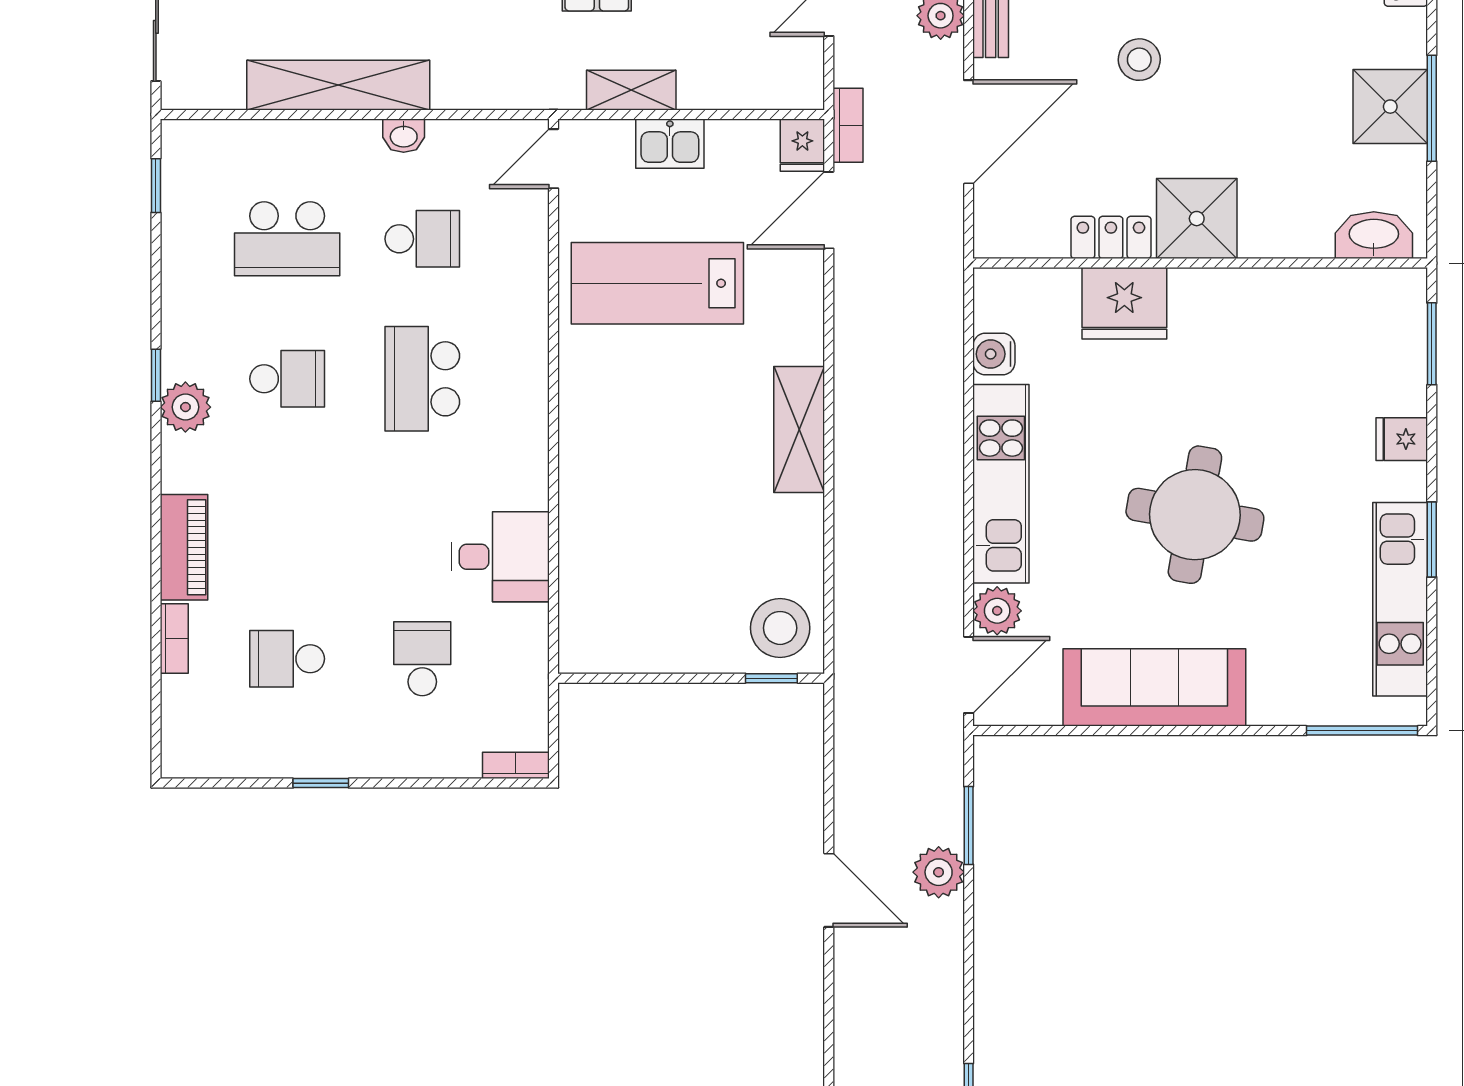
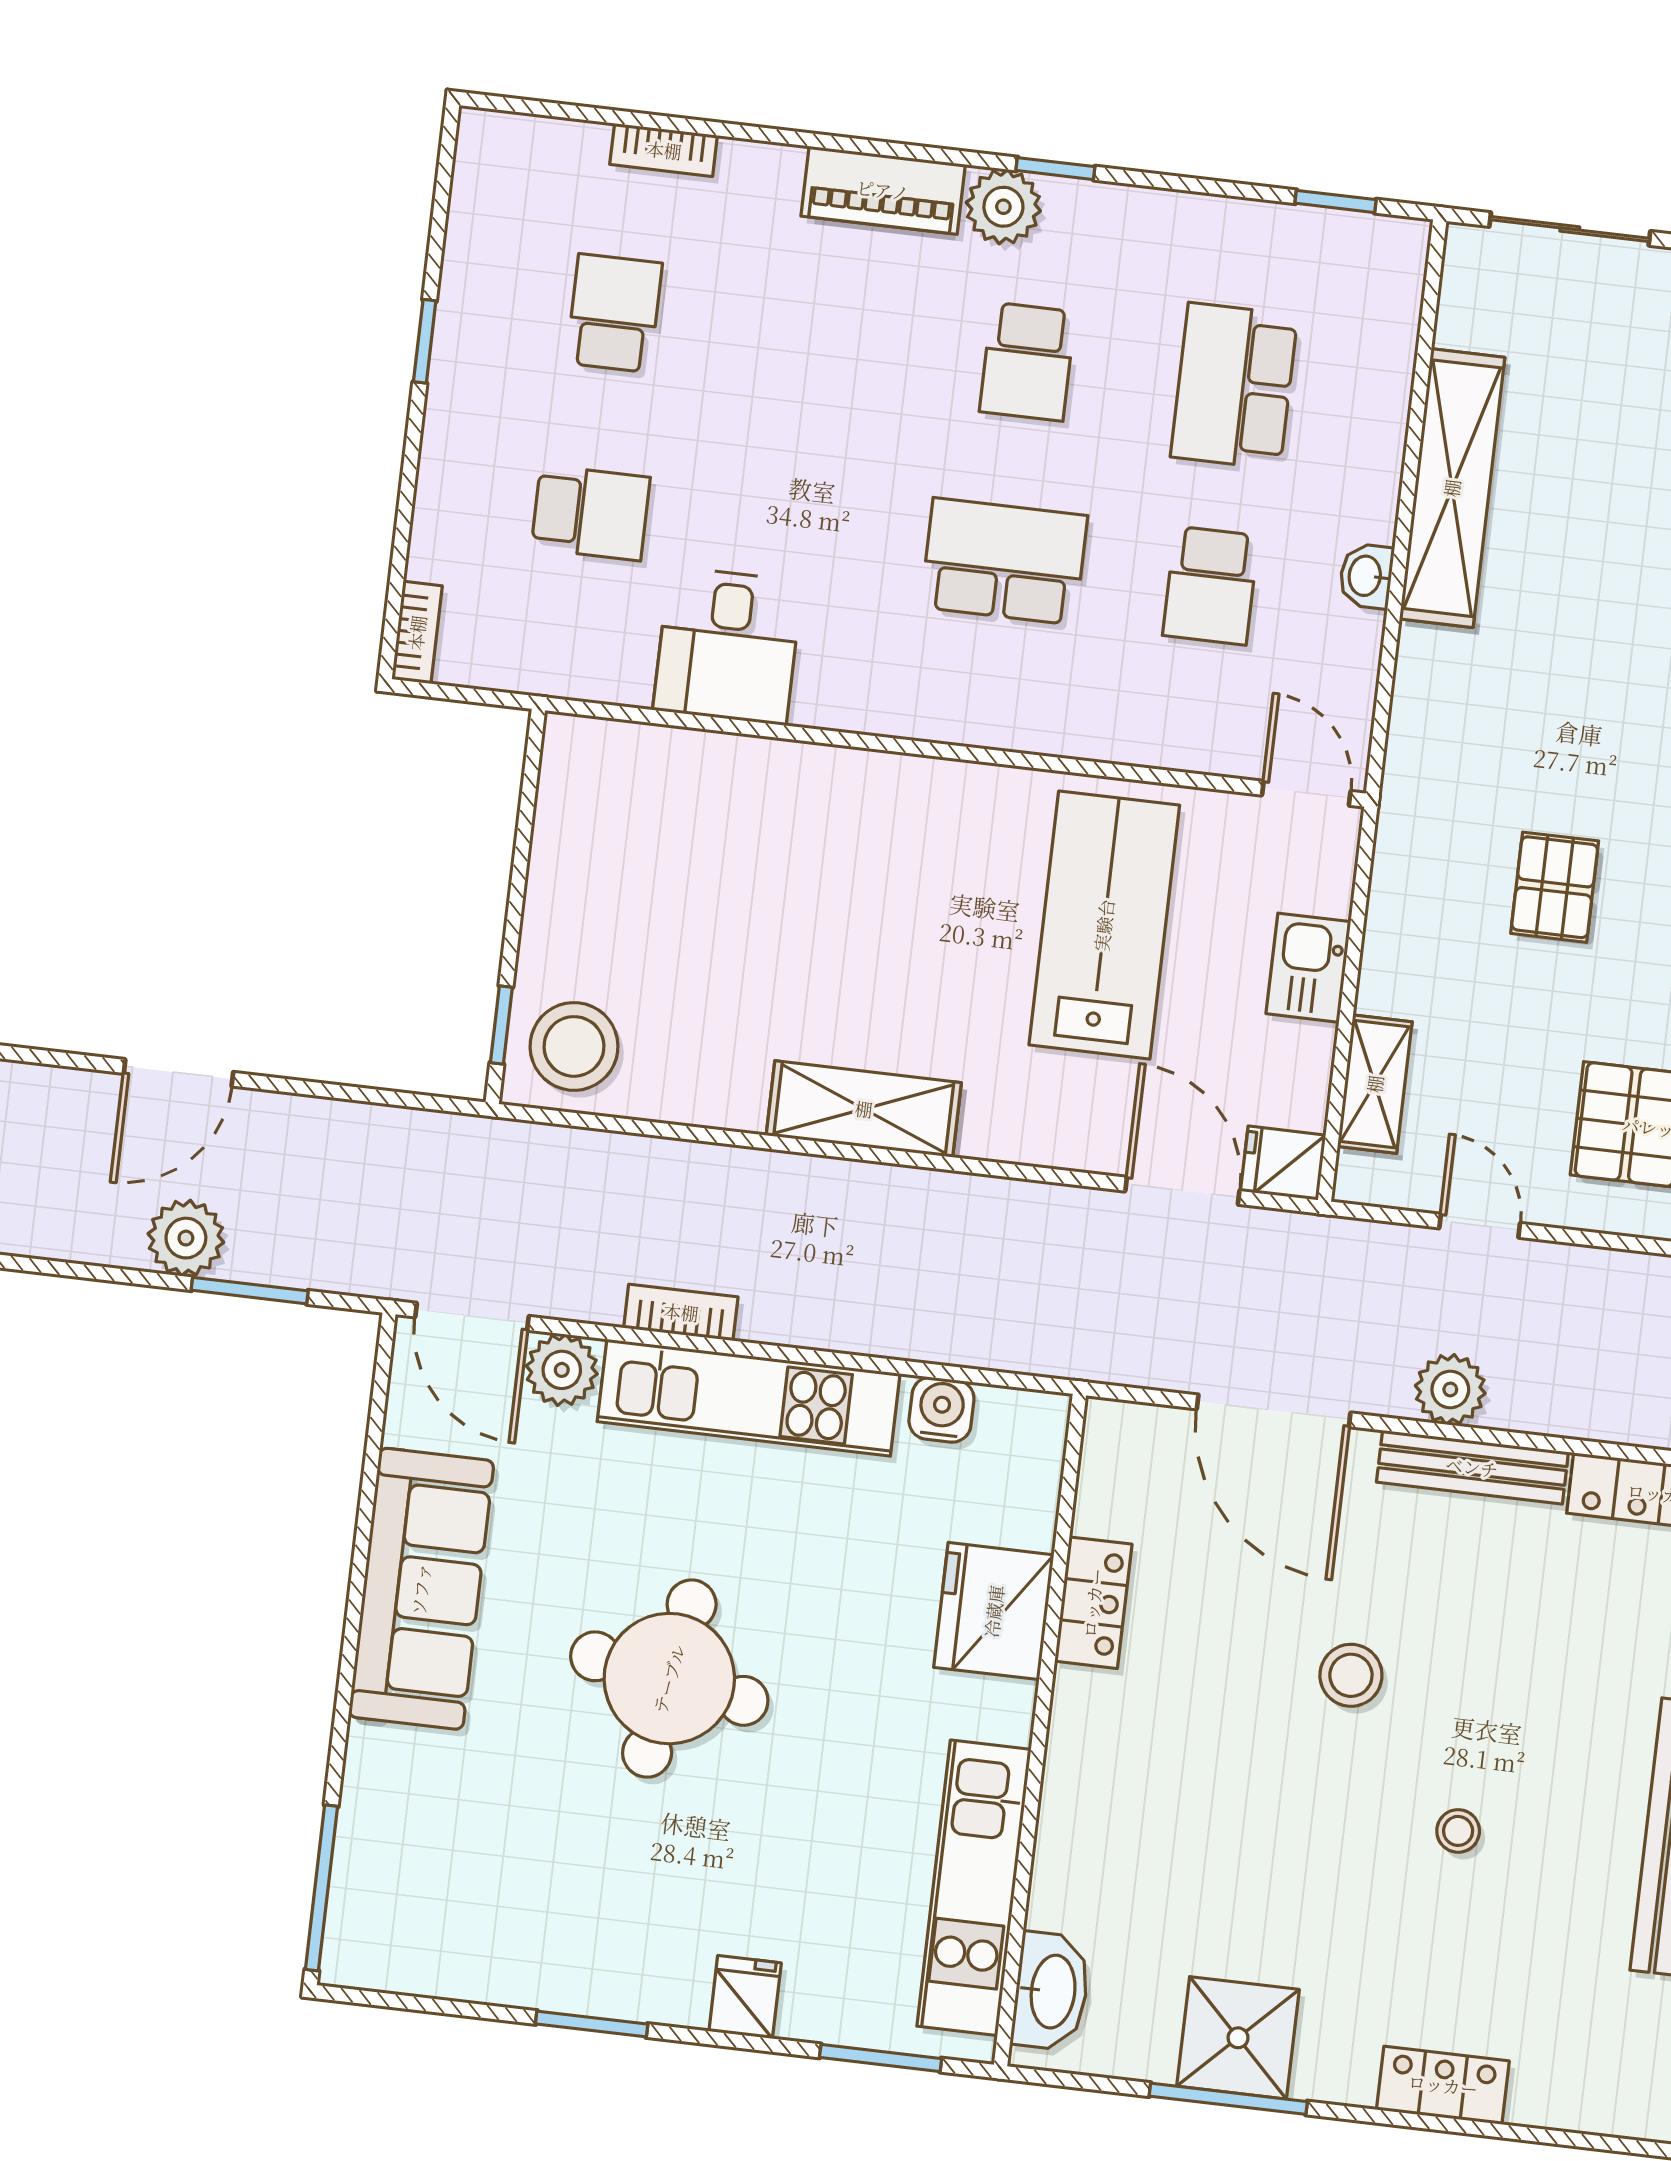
shelving: (631, 90) -> (1375, 1084), moved
bookcase: (848, 125) -> (681, 1312), moved, turned 180
shower: (1197, 219) -> (1106, 1733), removed
piano: (184, 547) -> (883, 190), moved
kitchen unit: (1400, 599) -> (974, 1888), moved, turned -90

